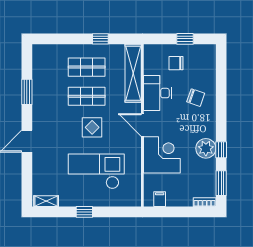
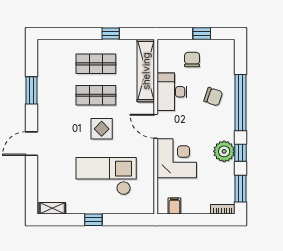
chair: (176, 63) -> (192, 60), turned 90
window: (221, 103) -> (240, 103), added

